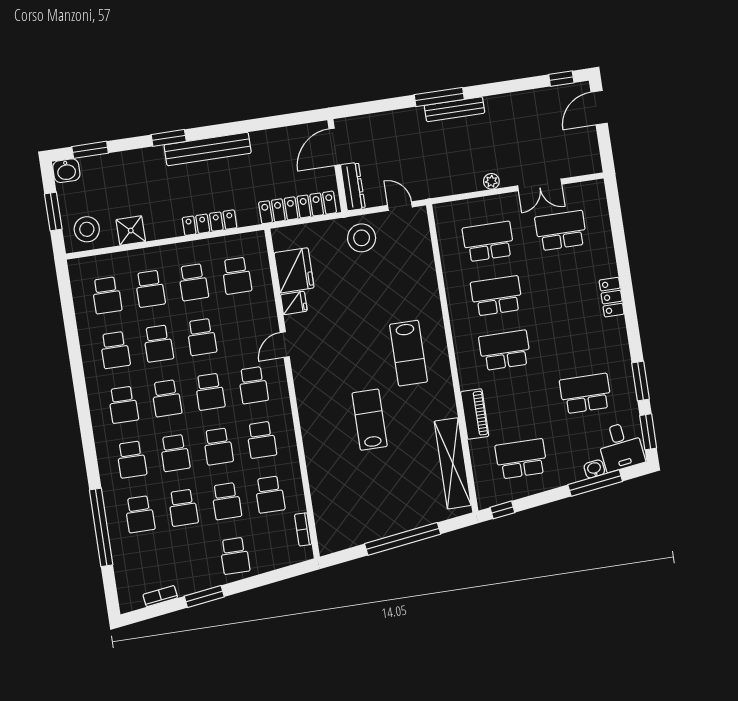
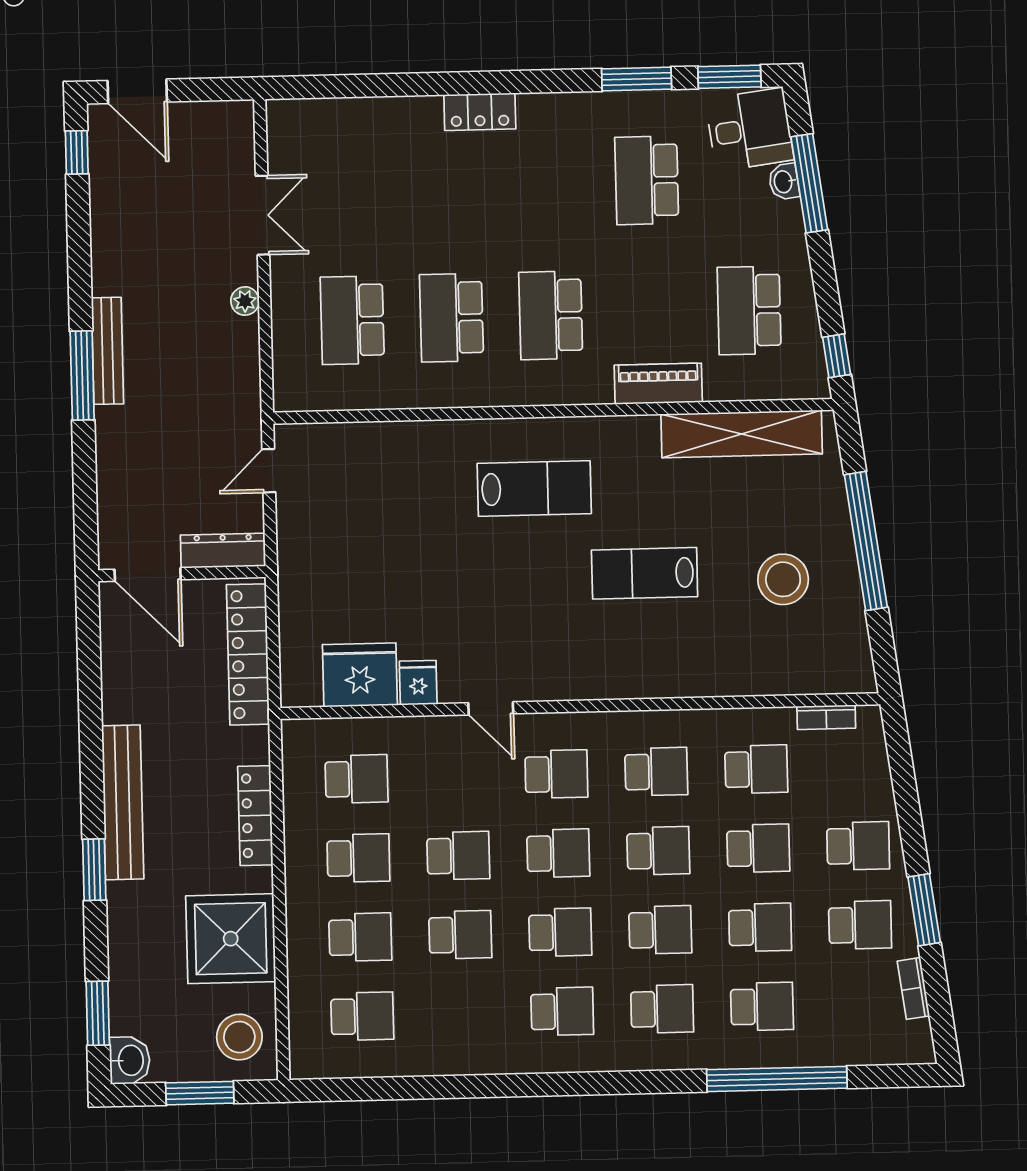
shower: (131, 231) -> (231, 939), width x1.86, depth x1.86
school desk: (561, 231) -> (349, 188), removed
stool: (362, 238) -> (783, 579), moved
school desk: (115, 350) -> (860, 925), moved

